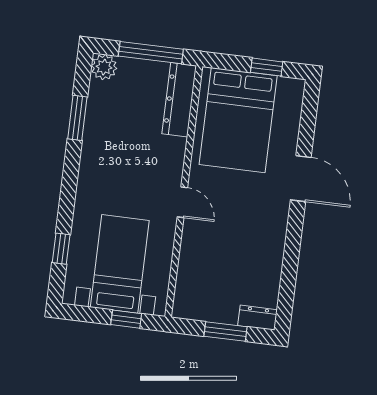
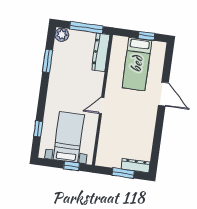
bed: (238, 120) -> (137, 64), width x0.67
door: (182, 202) -> (102, 106), swing flipped
dresser: (257, 318) -> (136, 166), width x1.44

